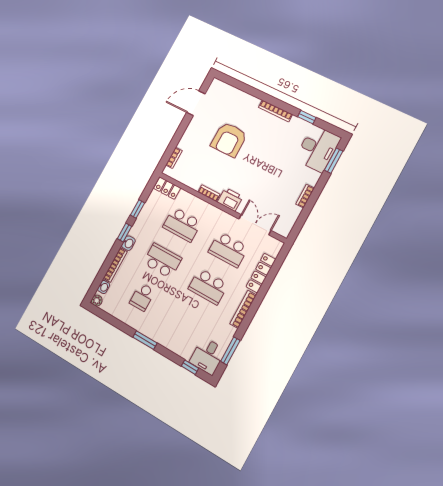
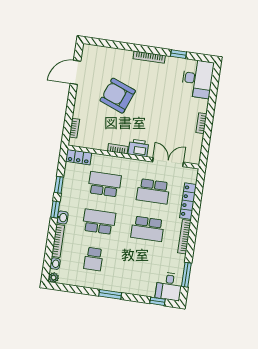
armchair: (229, 140) -> (118, 96), turned 111
window: (334, 161) -> (214, 85), removed
school desk: (182, 225) -> (105, 184), turned 180

